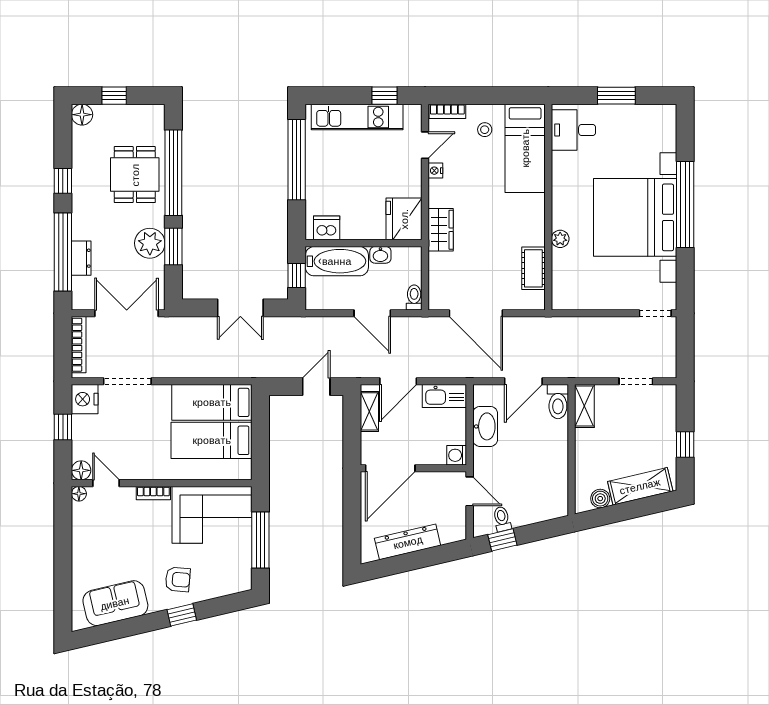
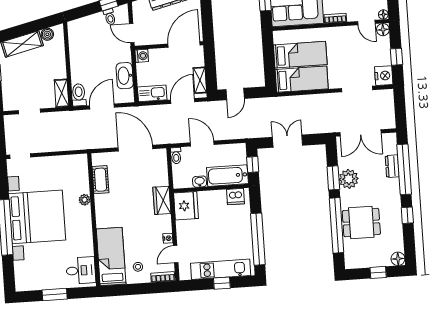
window: (385, 96) -> (222, 283), moved
dining table: (135, 175) -> (361, 223), turned 90
bookcase: (79, 345) -> (390, 110), removed

